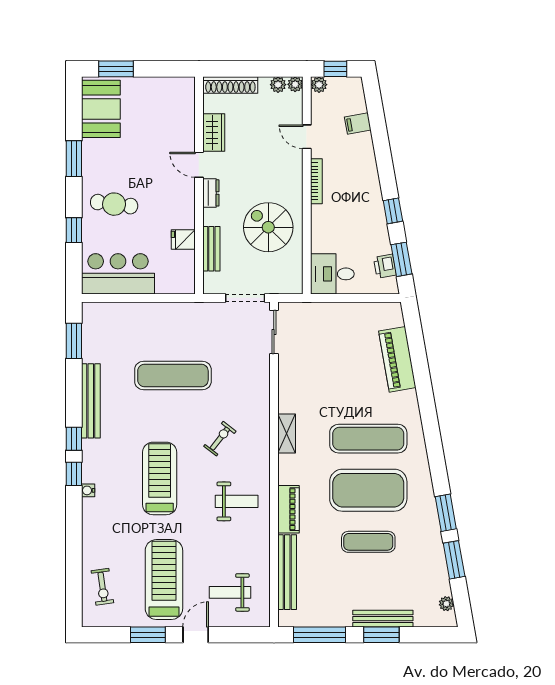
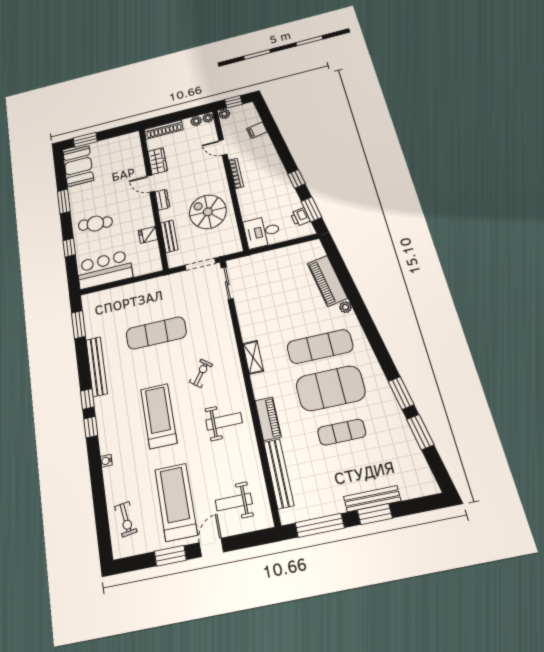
water cooler: (88, 490) -> (106, 461), moved
plant: (446, 604) -> (345, 307), moved

